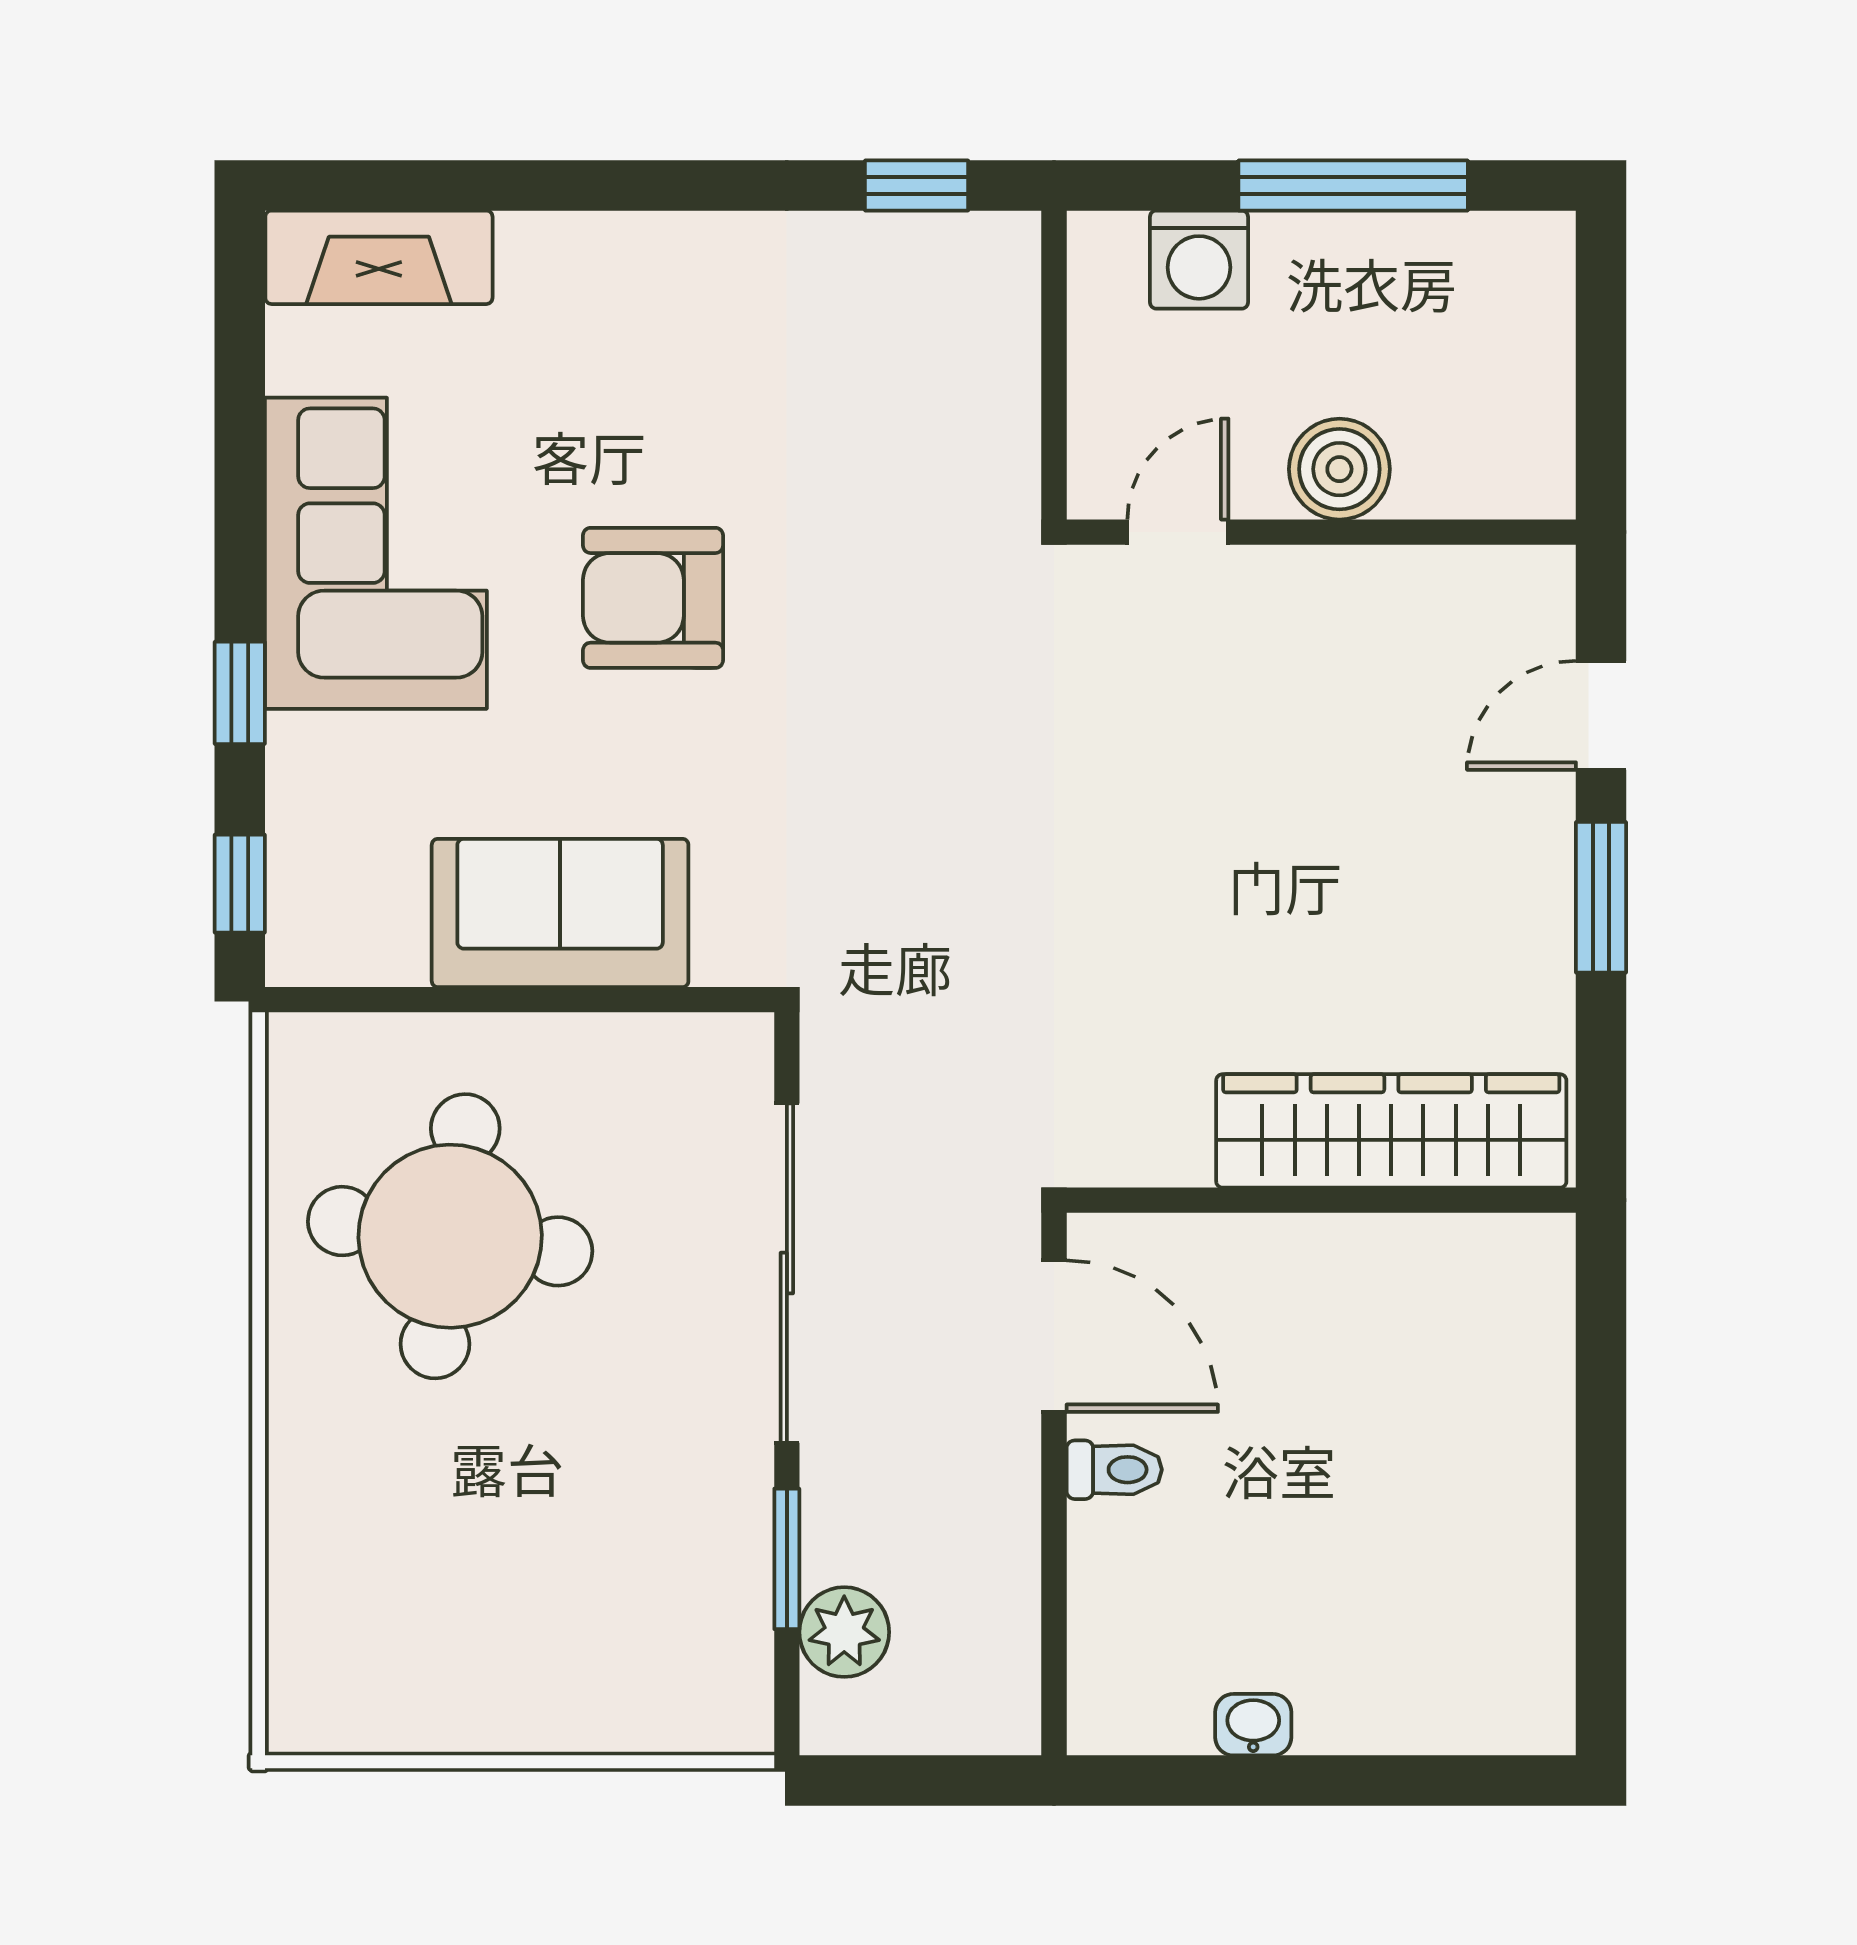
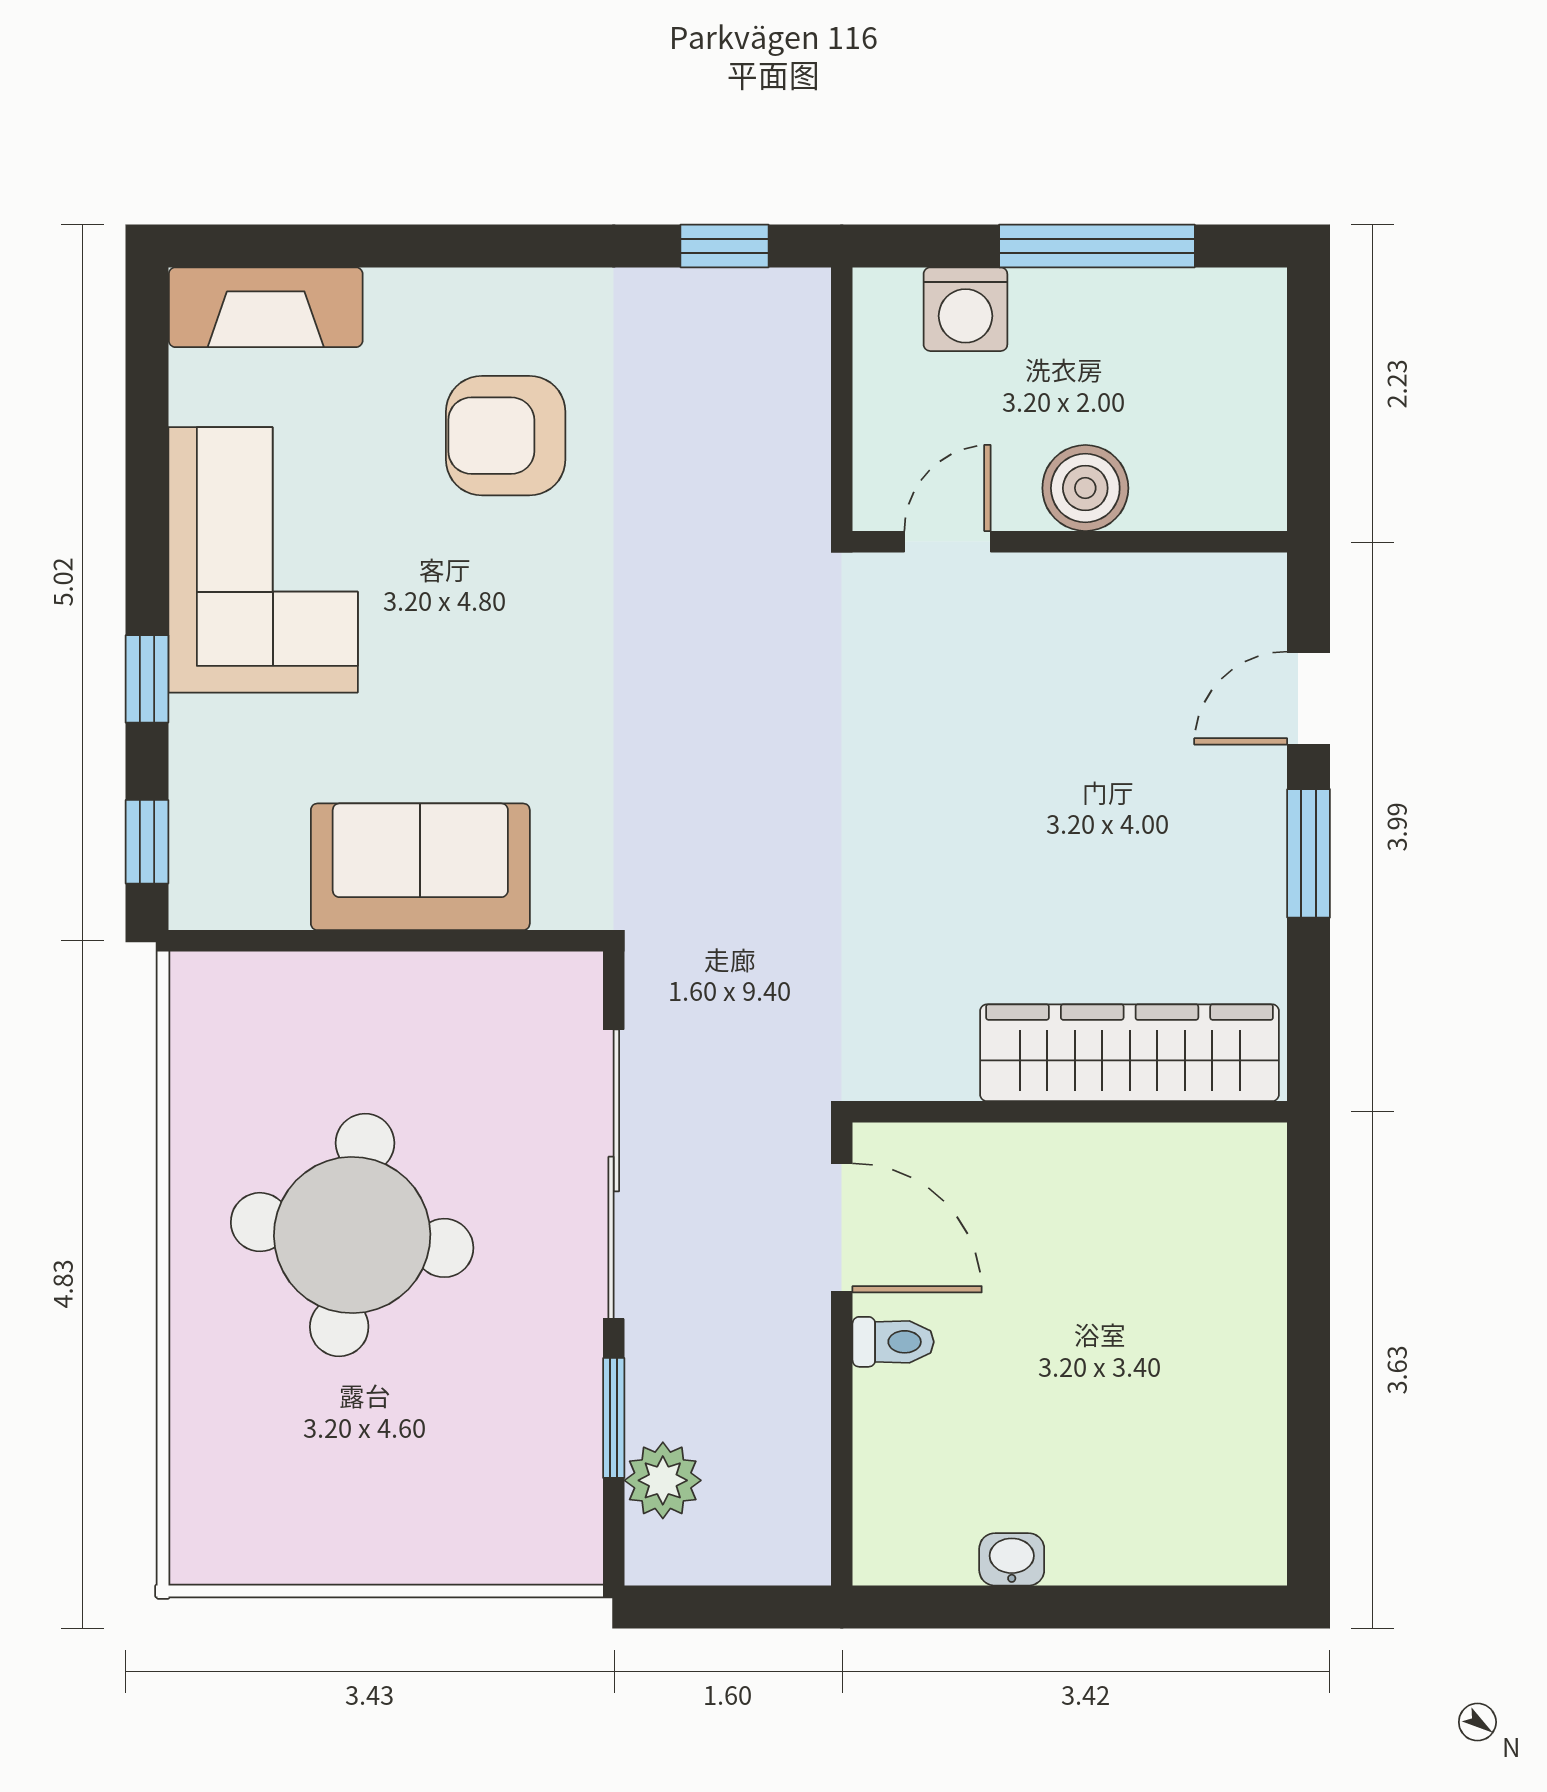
armchair: (653, 598) -> (506, 436), moved
round table: (450, 1236) -> (352, 1235), moved

